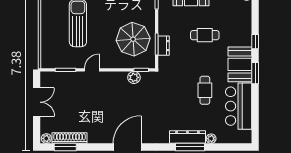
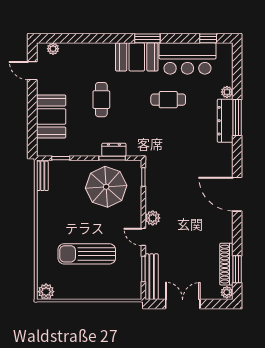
window: (255, 42) -> (208, 38), moved
bench: (59, 77) -> (152, 277), added
plant: (134, 77) -> (153, 218), moved

